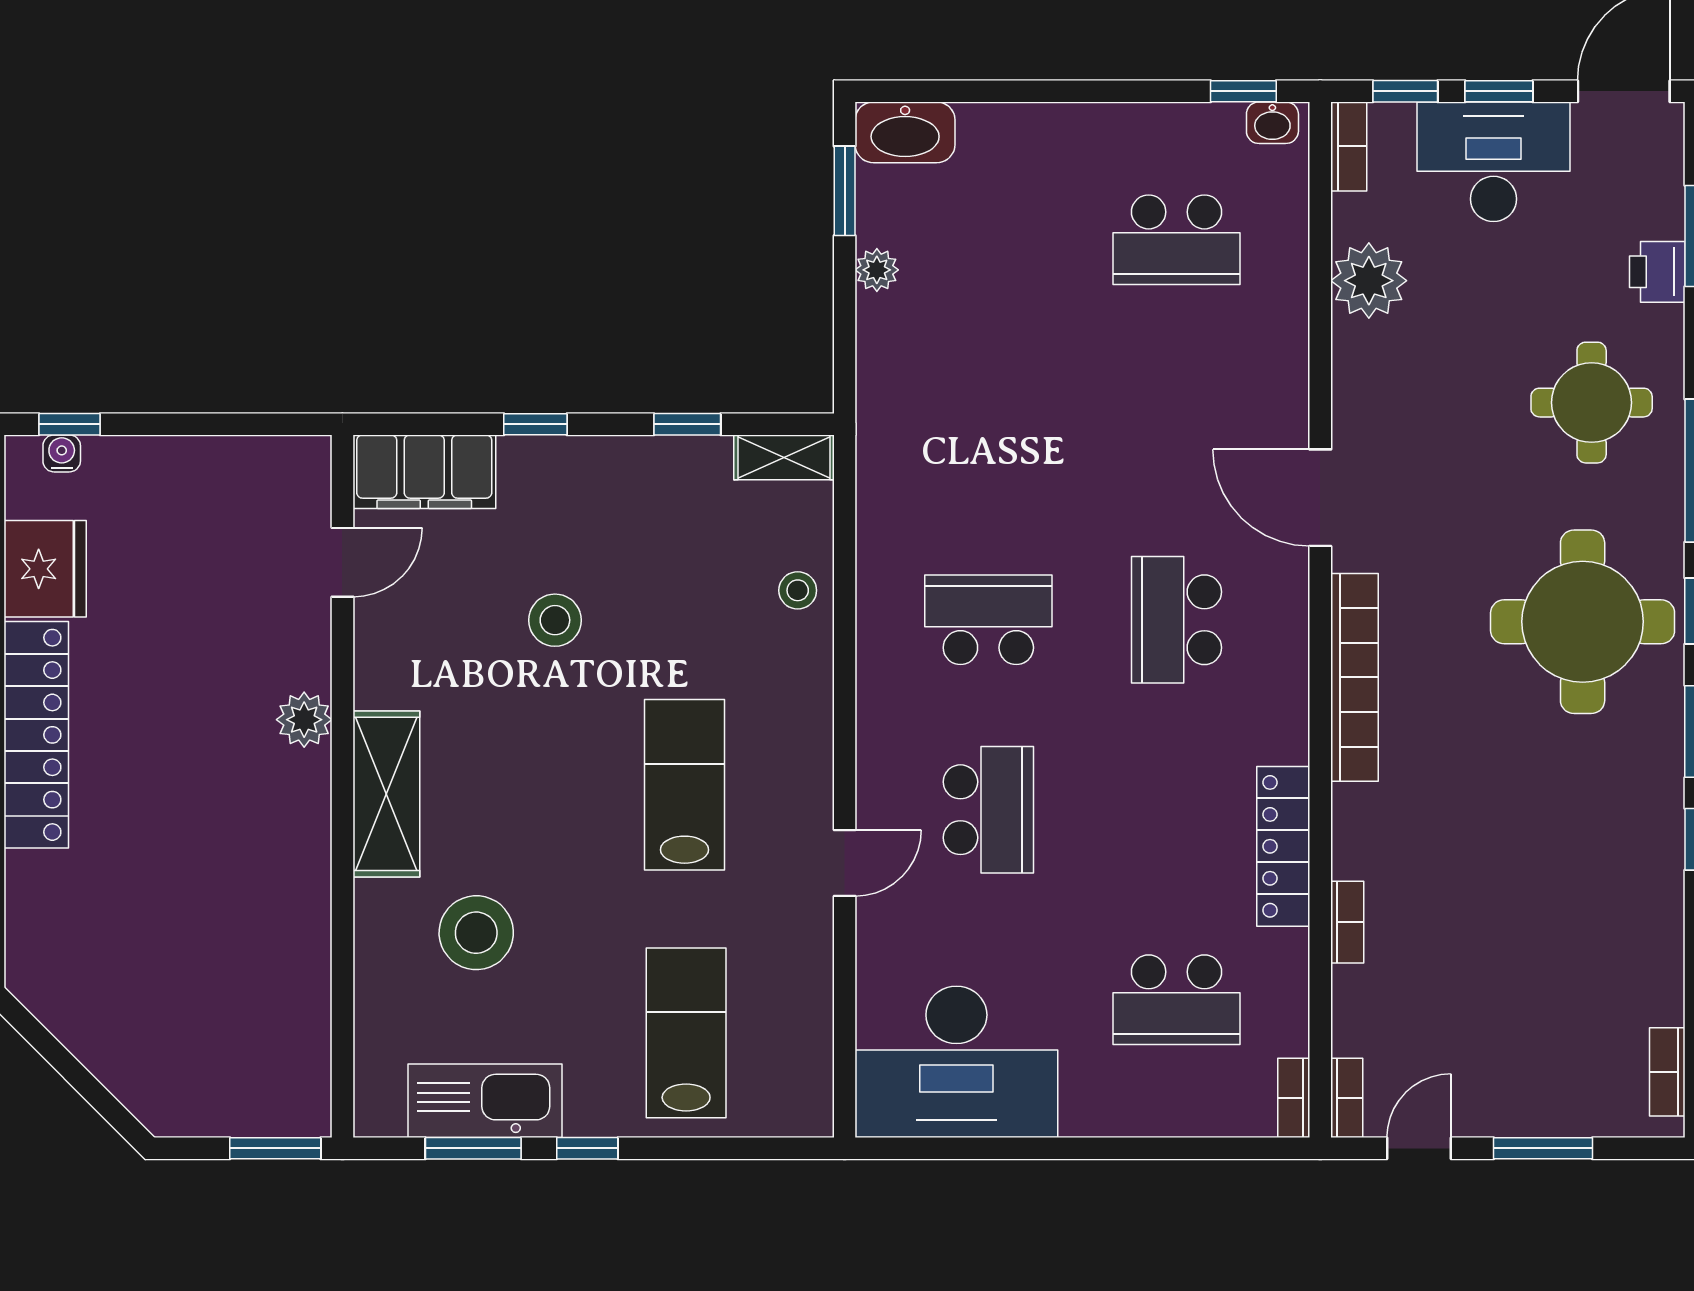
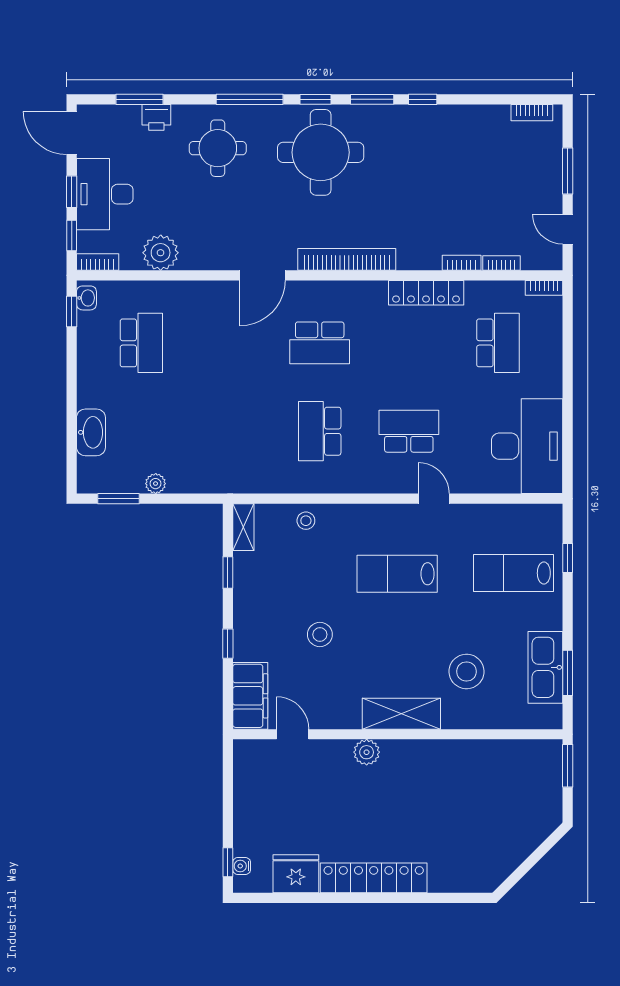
washbasin: (905, 132) -> (91, 432), moved
bookcase: (1347, 1098) -> (501, 263), moved
window: (587, 1148) -> (568, 558), moved

